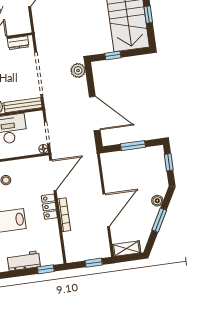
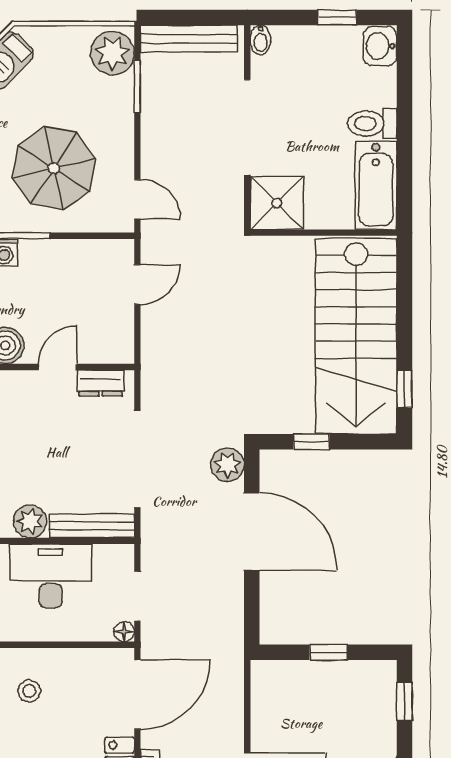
window: (148, 15) -> (404, 389), moved
door: (95, 113) -> (252, 532), moved
window: (133, 146) -> (328, 652), width x0.67

